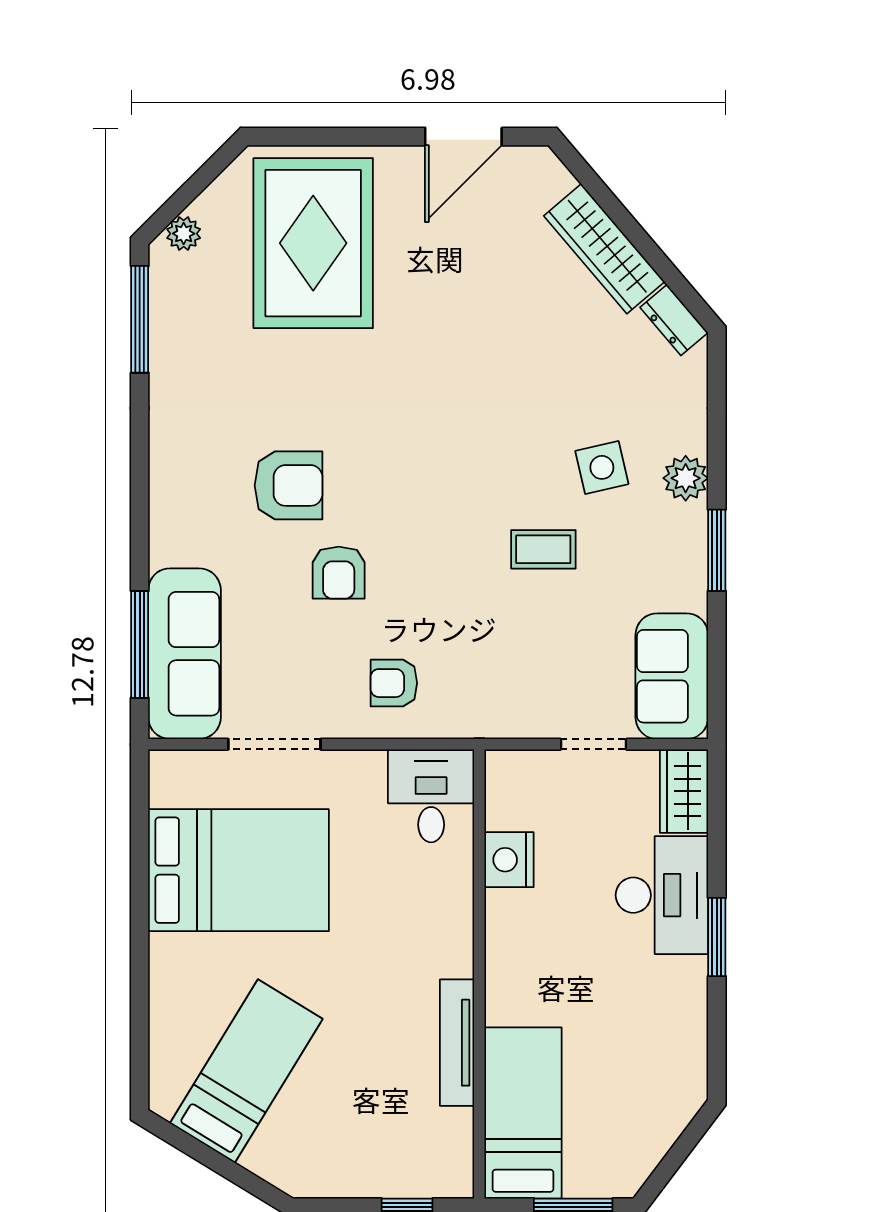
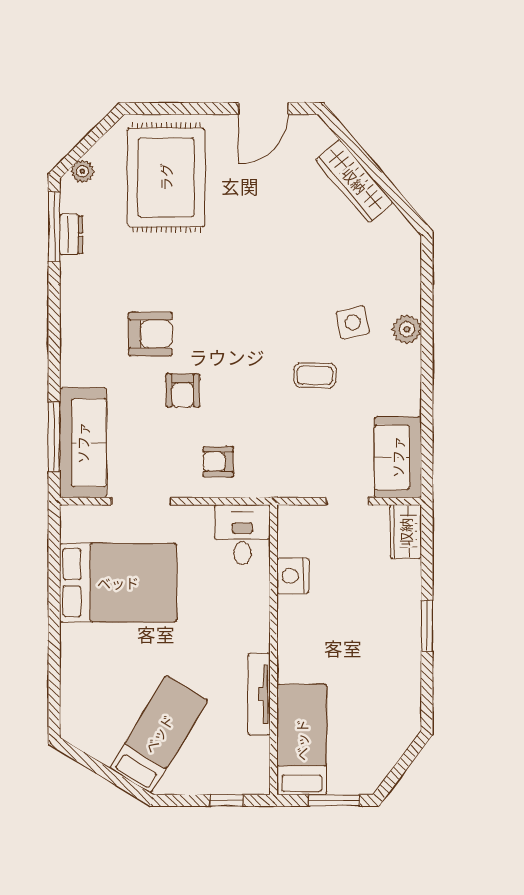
dresser: (674, 320) -> (71, 235), moved, turned -140
window: (717, 550) -> (427, 376), removed
desk: (662, 895) -> (392, 599), removed
bed: (246, 1071) -> (159, 734), moved

